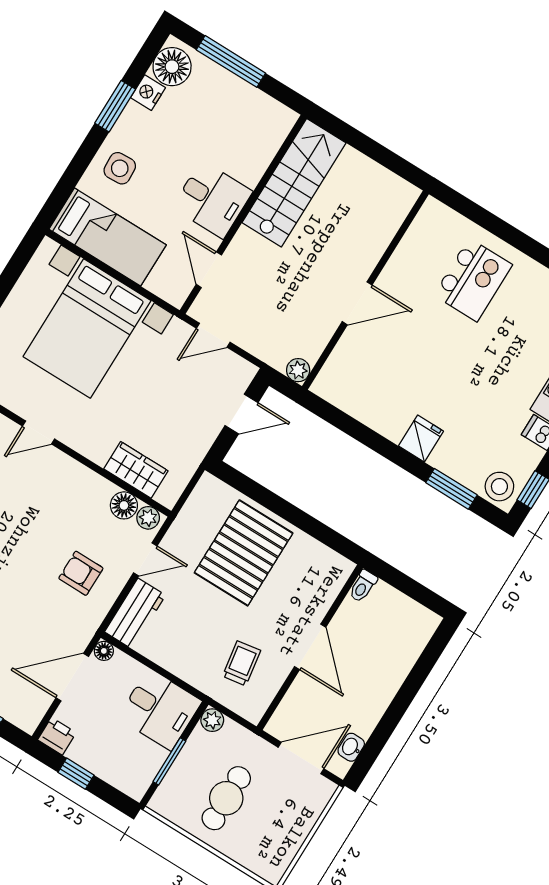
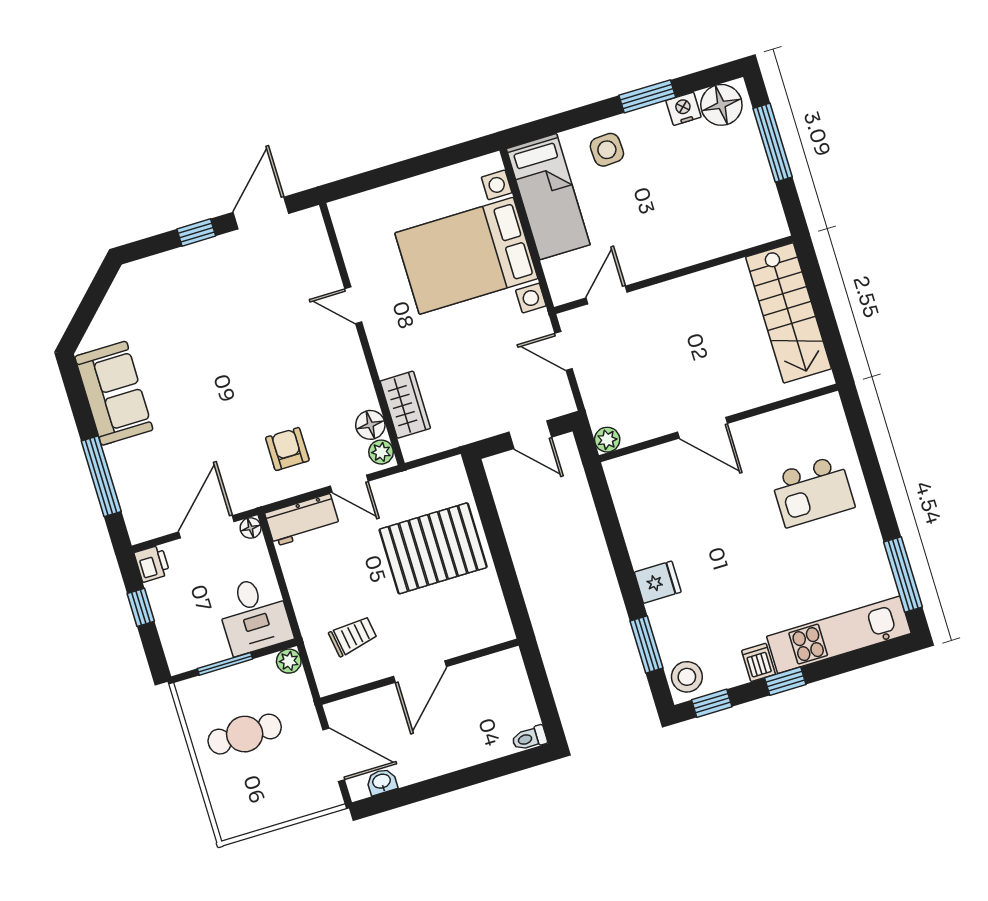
stairs: (294, 183) -> (788, 313), moved, turned 90
desk: (212, 200) -> (659, 241), removed
toilet: (363, 586) -> (529, 738), moved
door: (72, 677) -> (206, 527), hinge flipped

